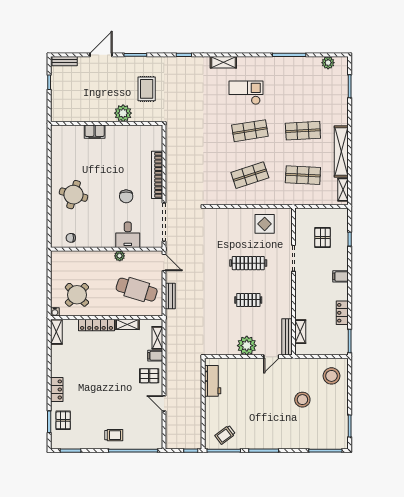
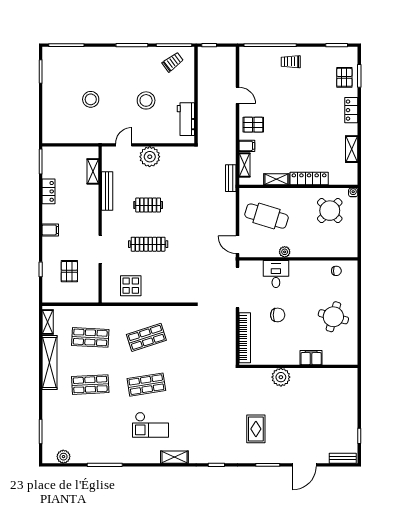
plant: (123, 113) -> (281, 377), moved
wall: (107, 123) -> (298, 366), moved
filing cabinet: (95, 132) -> (311, 358), moved
chair: (126, 196) -> (278, 315), turned 90
bench: (170, 296) -> (231, 178), moved
shelving: (56, 332) -> (352, 149), moved
bench: (287, 337) -> (107, 191), moved
stool: (331, 376) -> (146, 100), moved

